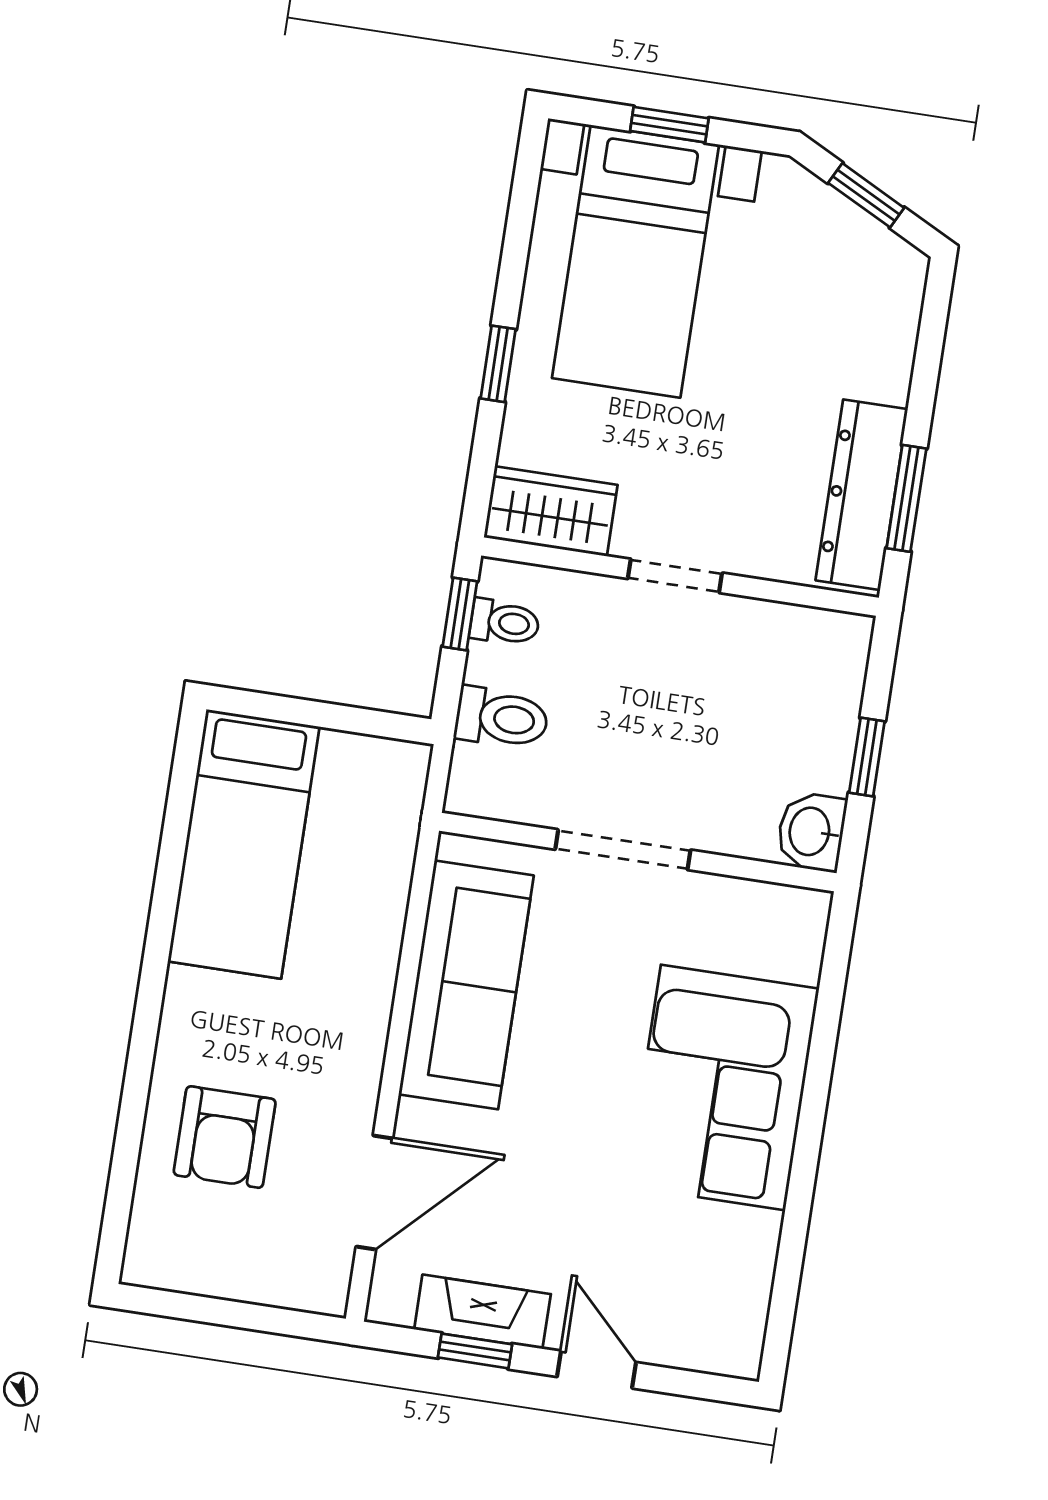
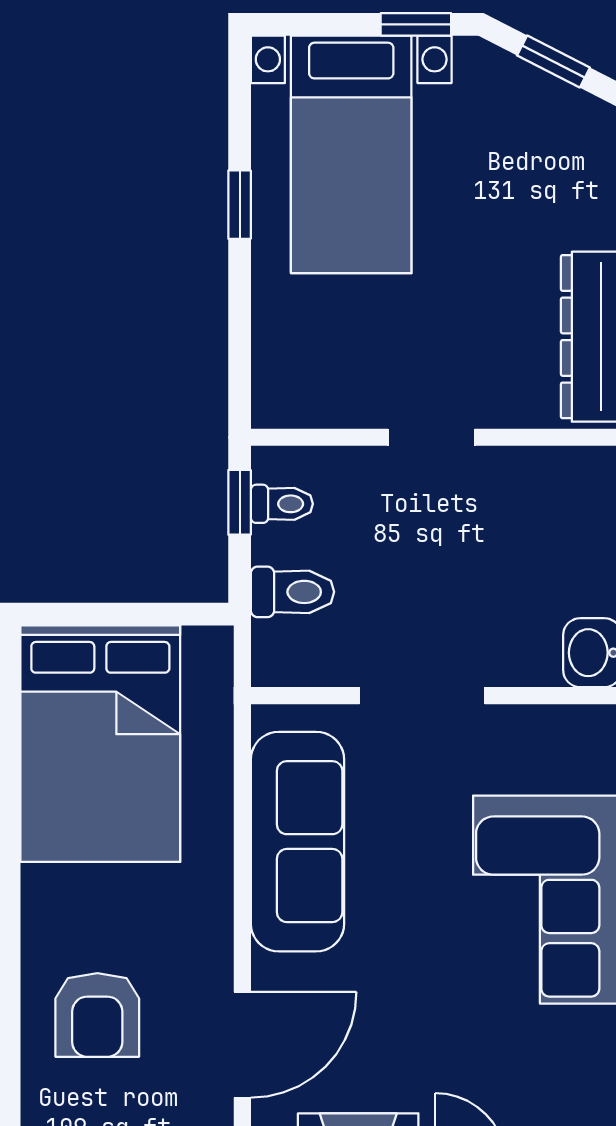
window: (669, 125) -> (416, 24), moved
window: (498, 364) -> (240, 205), moved
wardrobe: (551, 511) -> (308, 395), removed
bed: (244, 844) -> (100, 744), width x1.50

